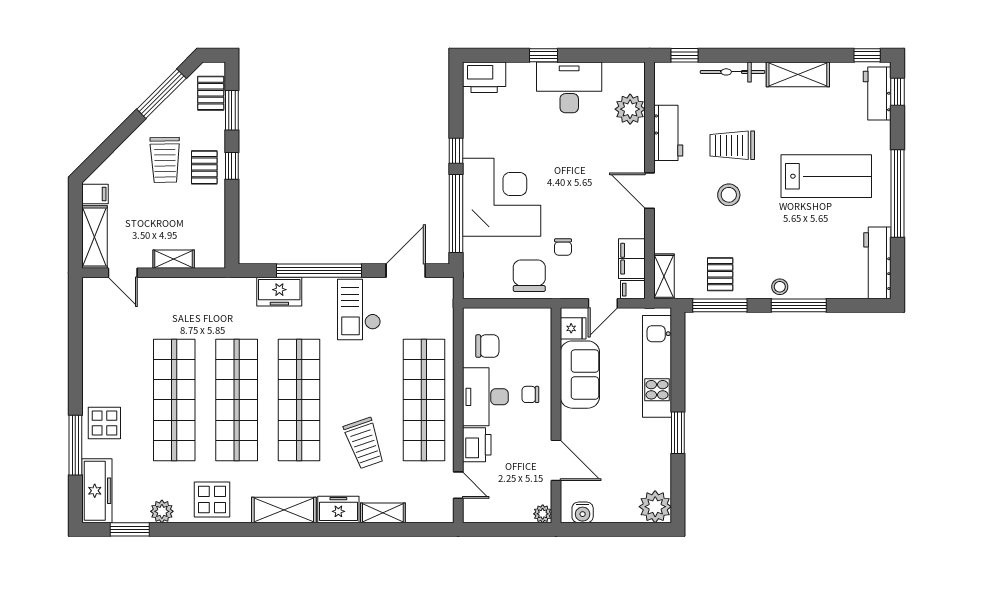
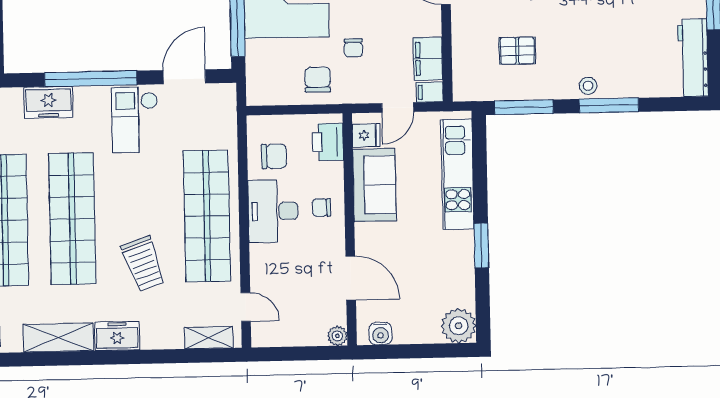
pallet: (720, 274) -> (517, 51), moved, turned 90
chair: (529, 276) -> (318, 80), width x0.73, depth x0.73
shelving: (664, 276) -> (463, 77), removed
printer: (477, 445) -> (328, 142), moved, turned 180
shelving: (383, 513) -> (209, 338), moved

